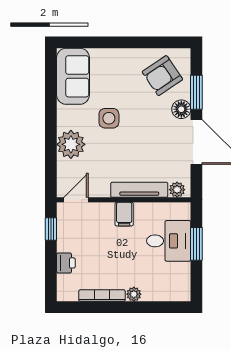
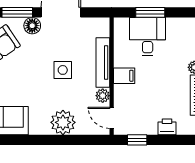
side table: (109, 118) -> (63, 70), moved
plant: (177, 190) -> (103, 96), moved

